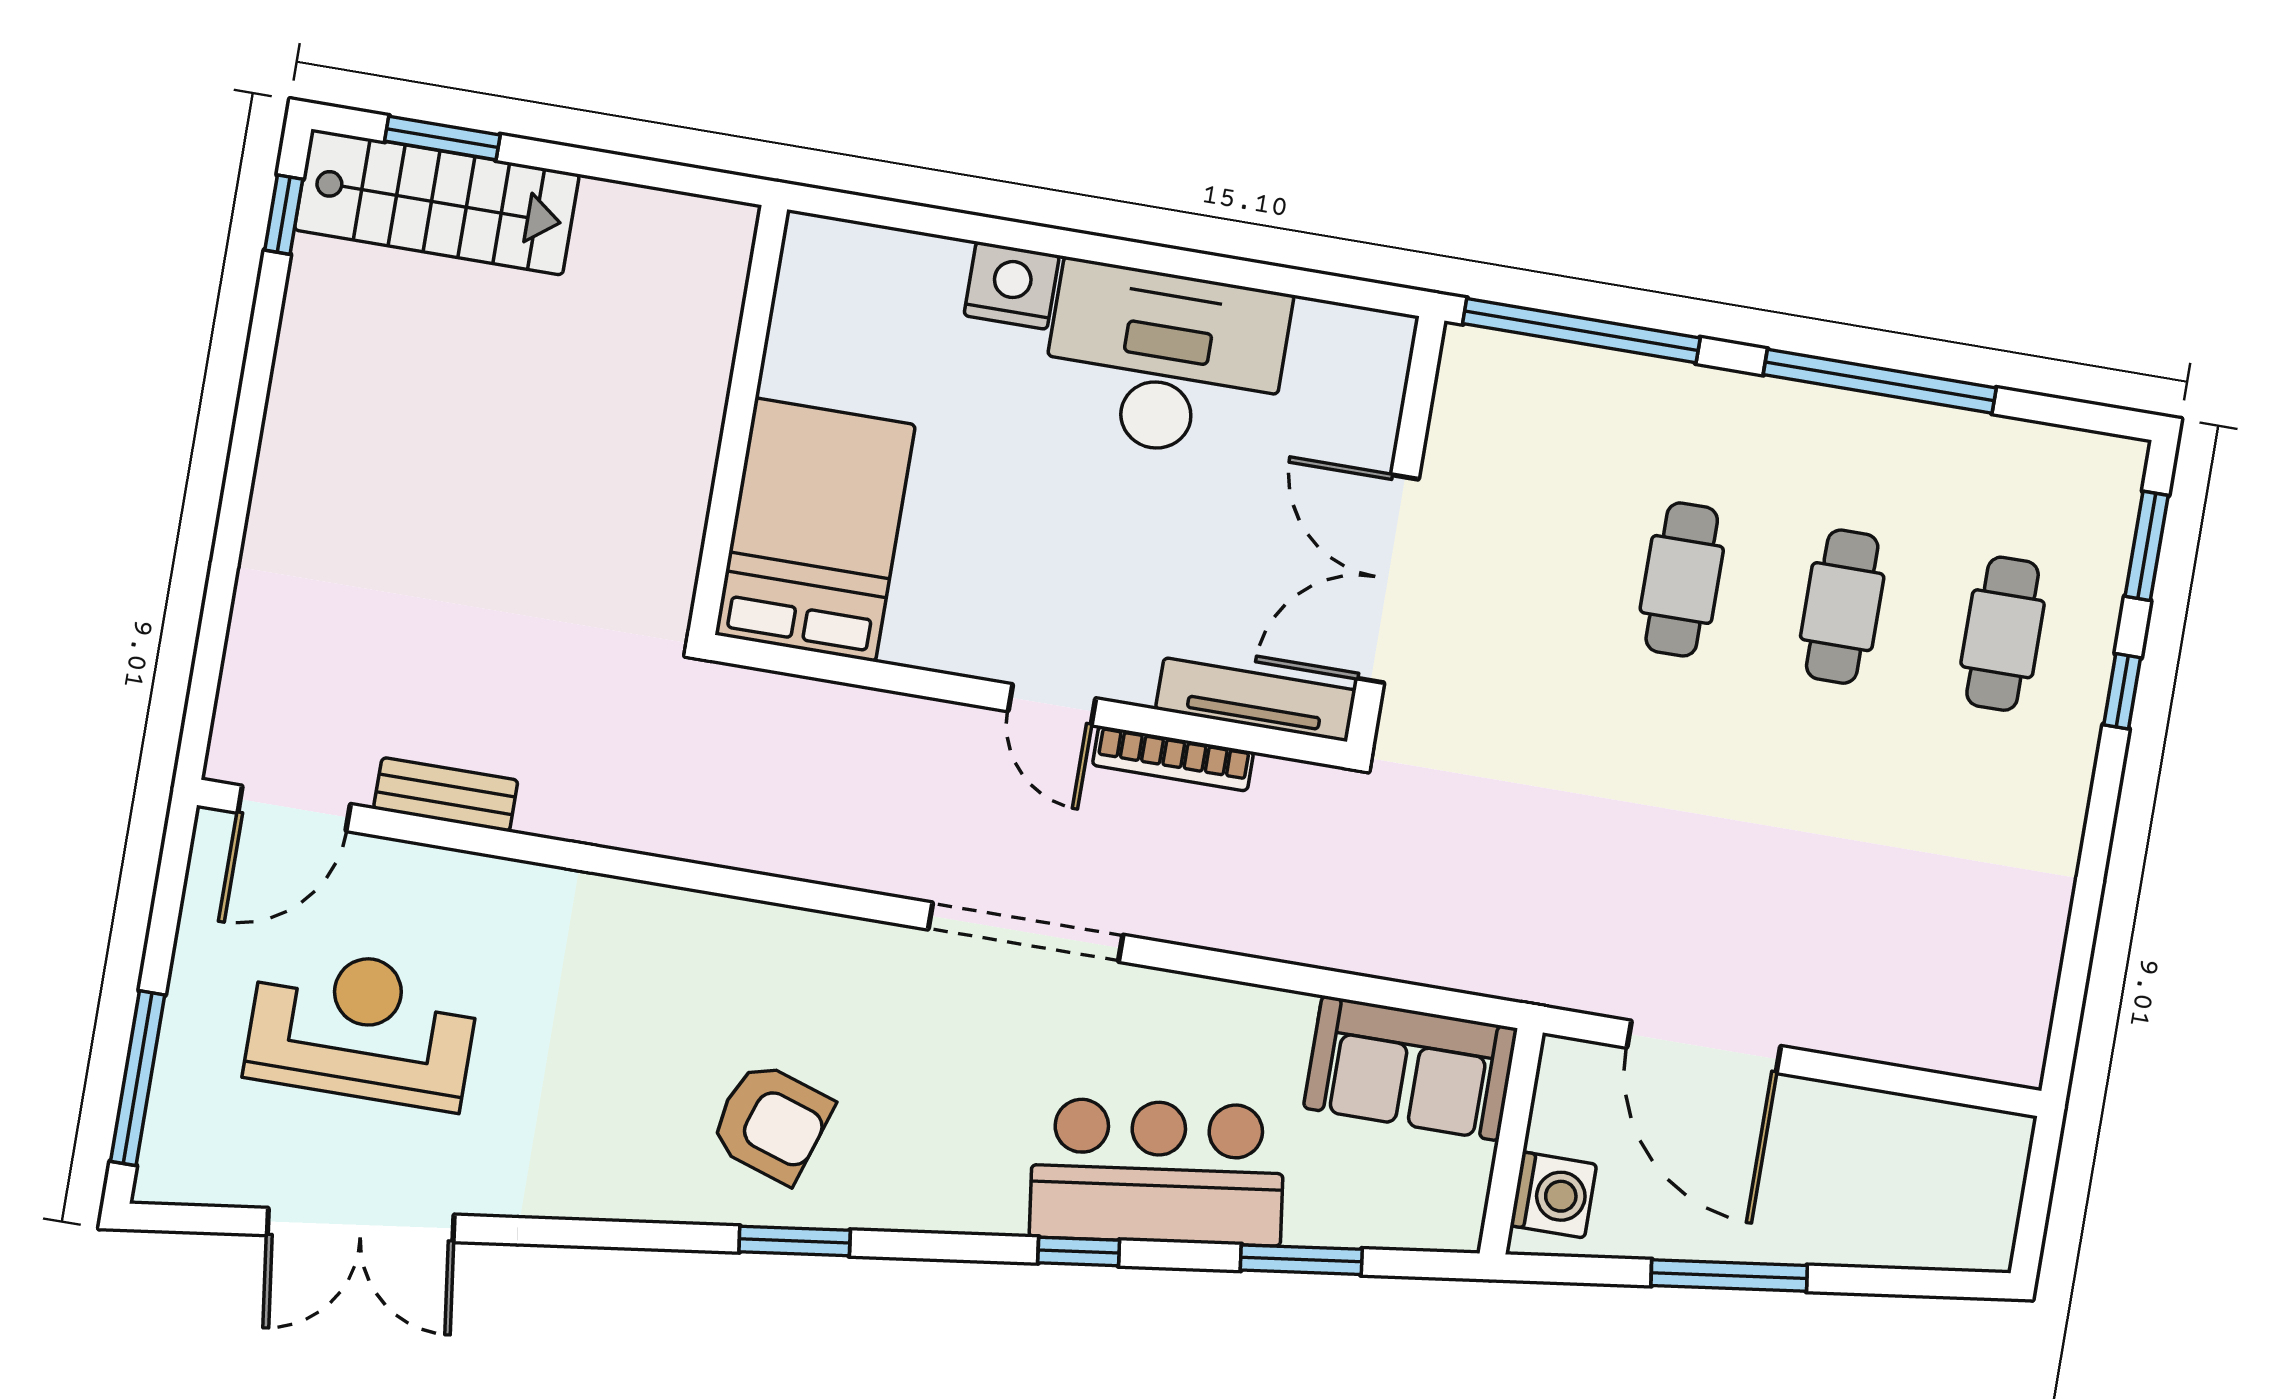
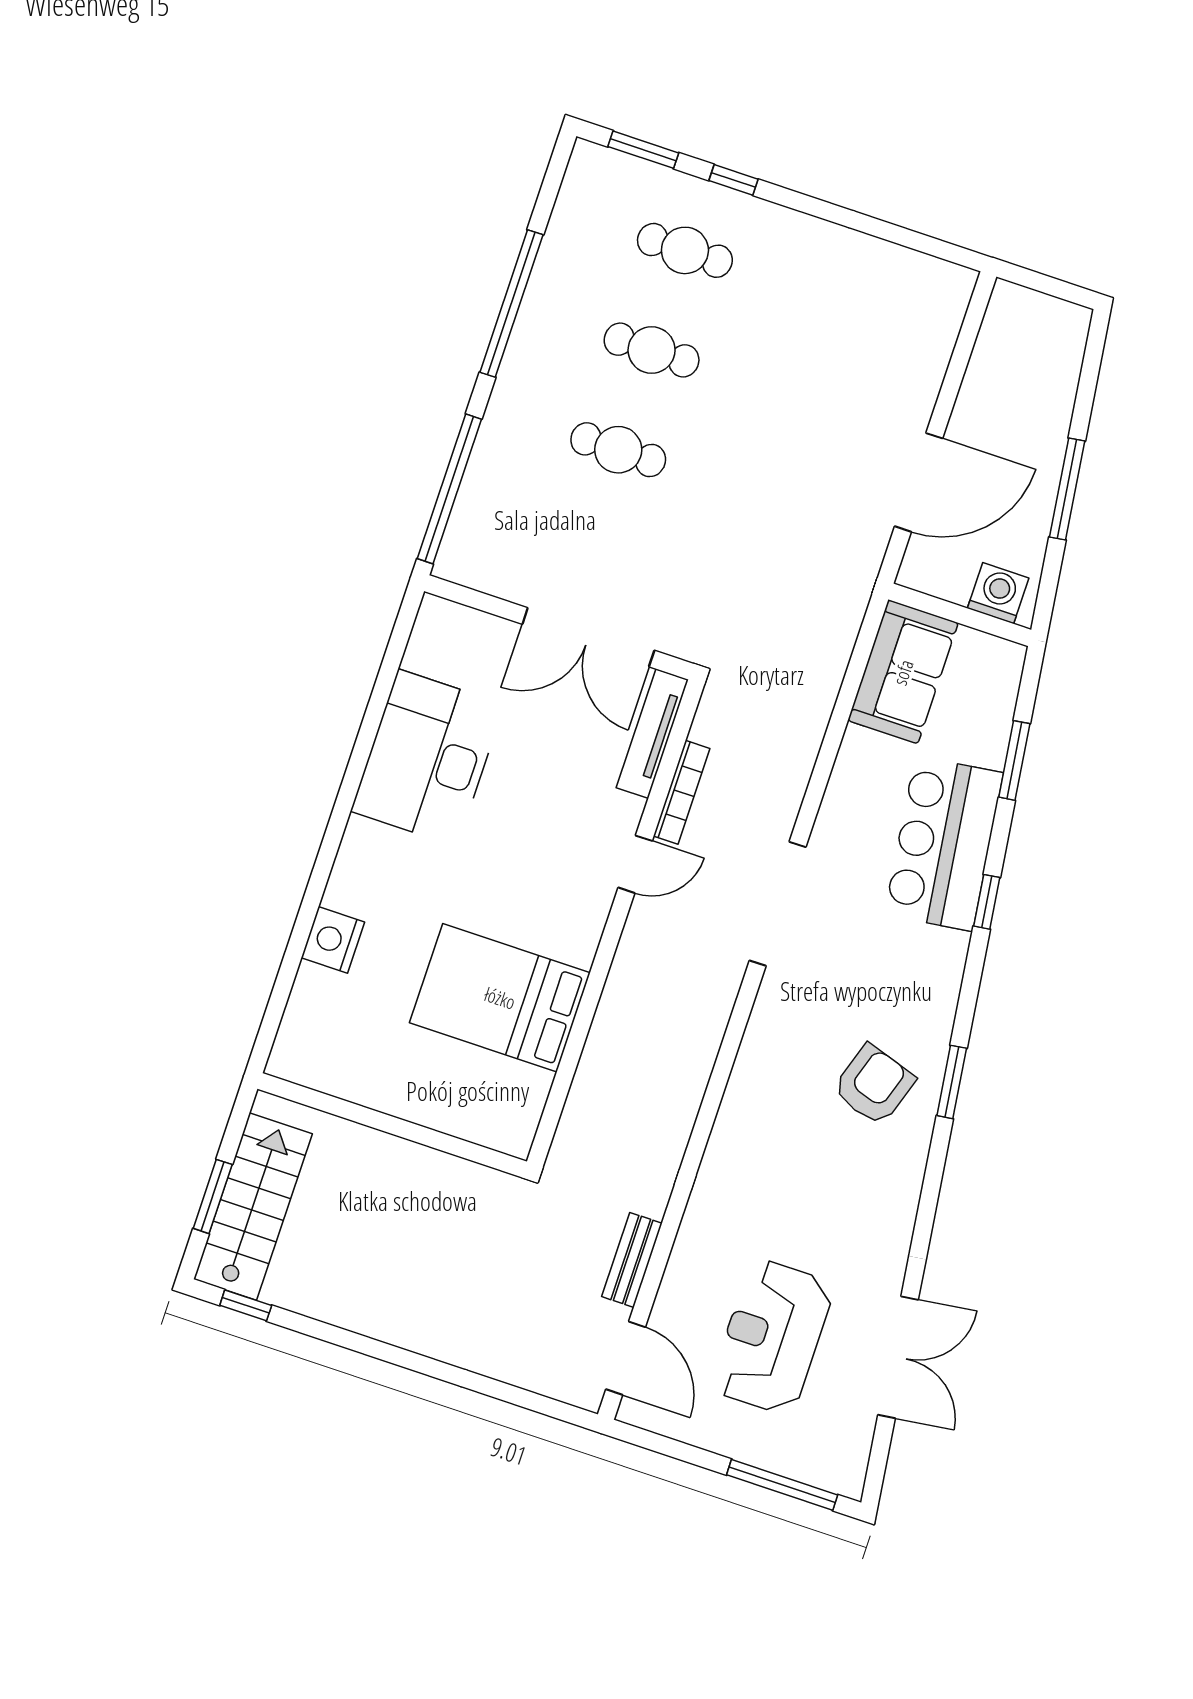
nightstand: (1012, 286) -> (333, 940), moved
wall: (738, 420) -> (392, 1125), moved

